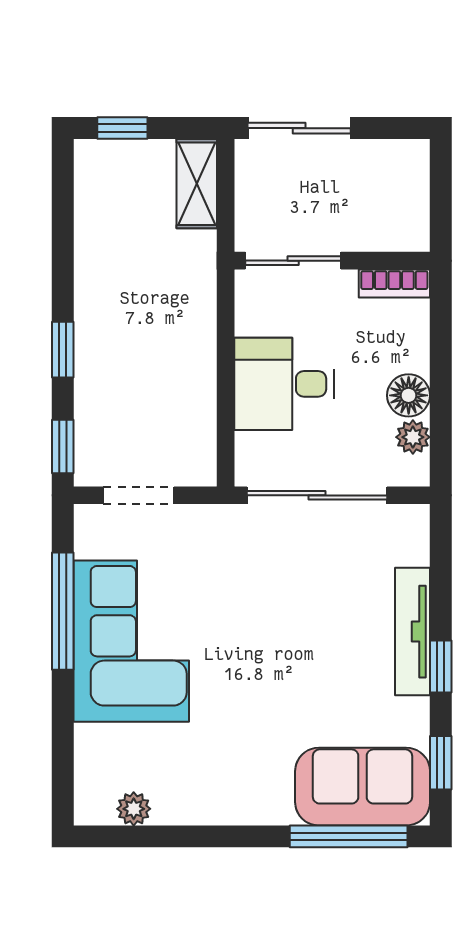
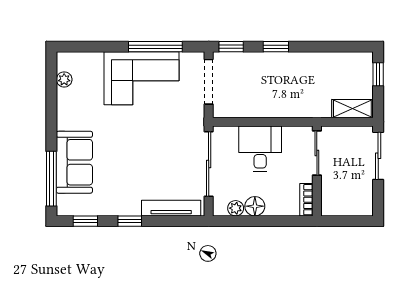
doorway: (139, 495) -> (209, 82), width x1.38
tv unit: (412, 632) -> (171, 208), moved
sofa: (363, 787) -> (74, 162), moved

